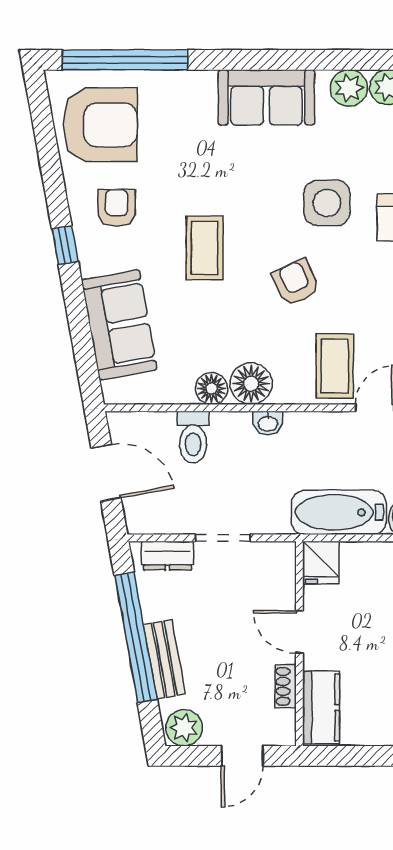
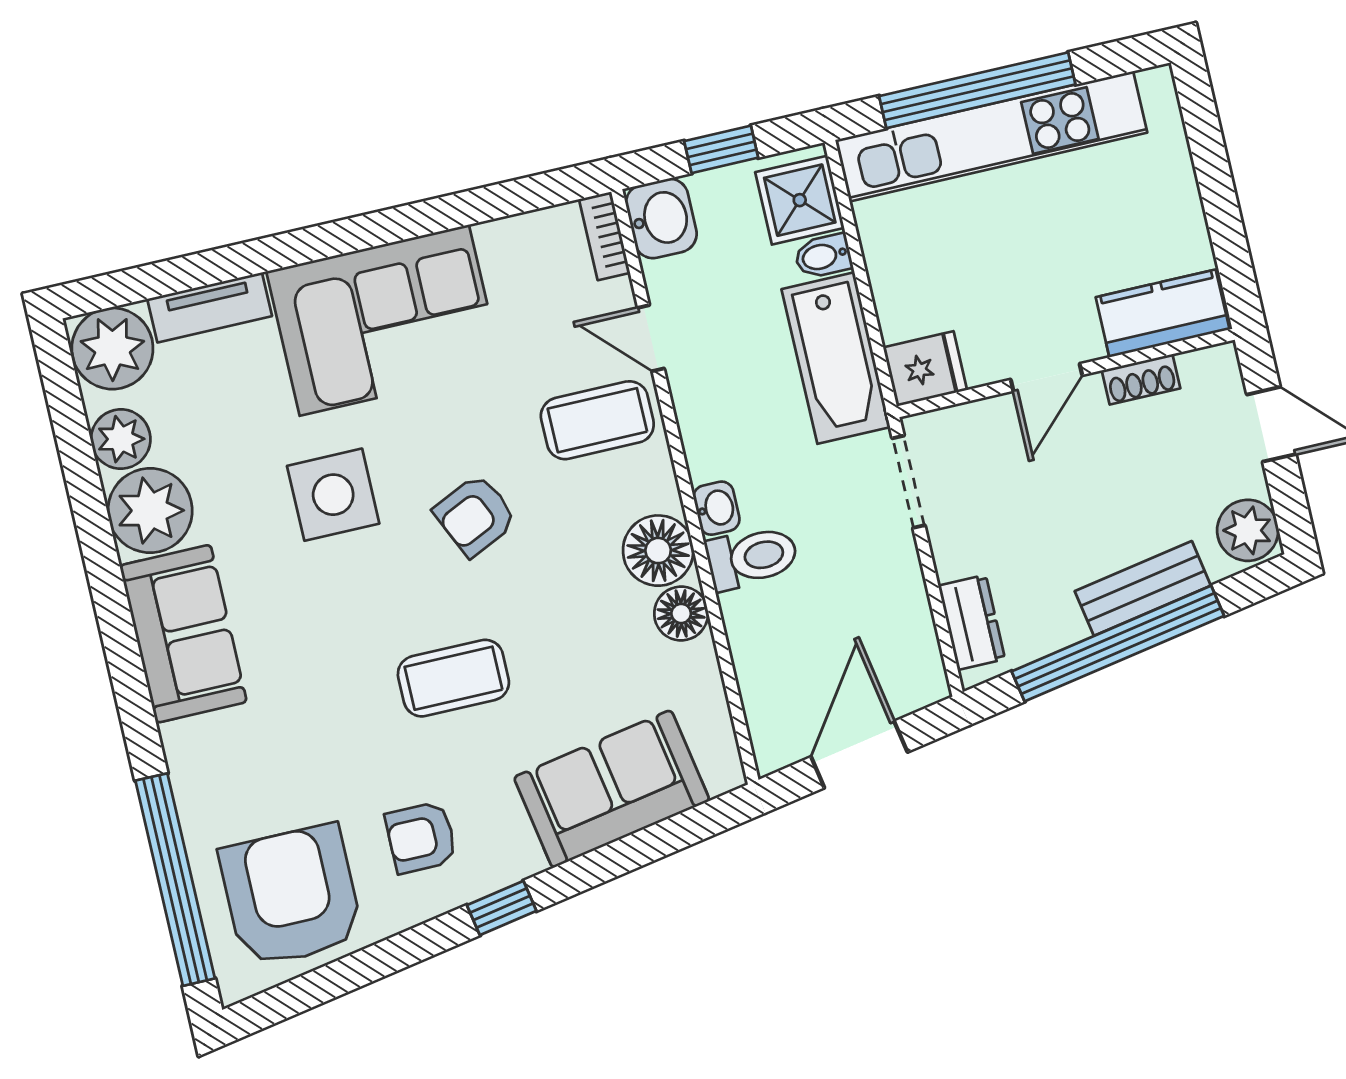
plant: (349, 88) -> (150, 511), width x1.36, depth x1.36
toilet: (193, 437) -> (752, 558), moved
doorway: (223, 538) -> (909, 482), moved

